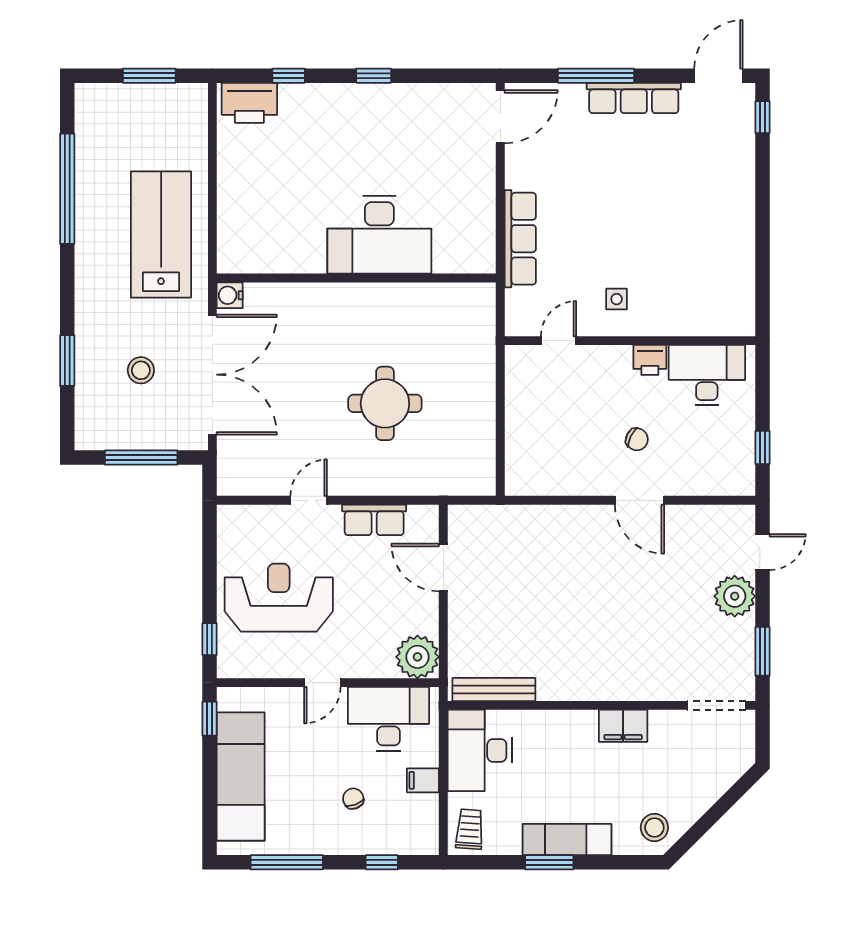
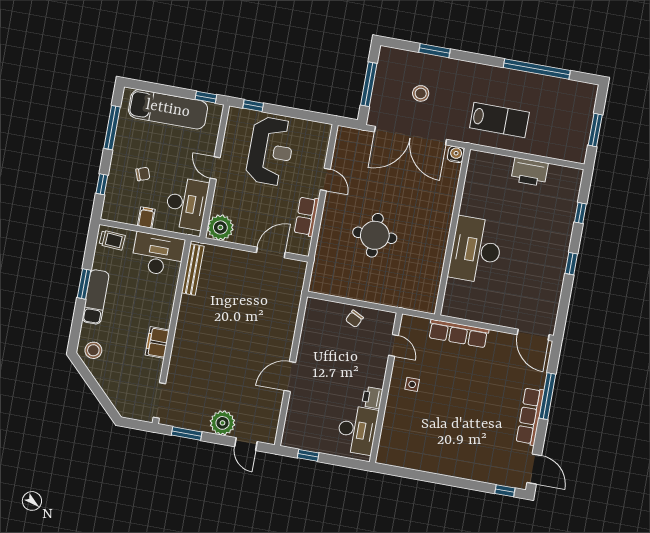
printer: (249, 103) -> (530, 172), moved, turned -90
lab bench: (161, 234) -> (499, 120), width x0.73, depth x0.72
chair: (637, 439) -> (354, 319), moved

